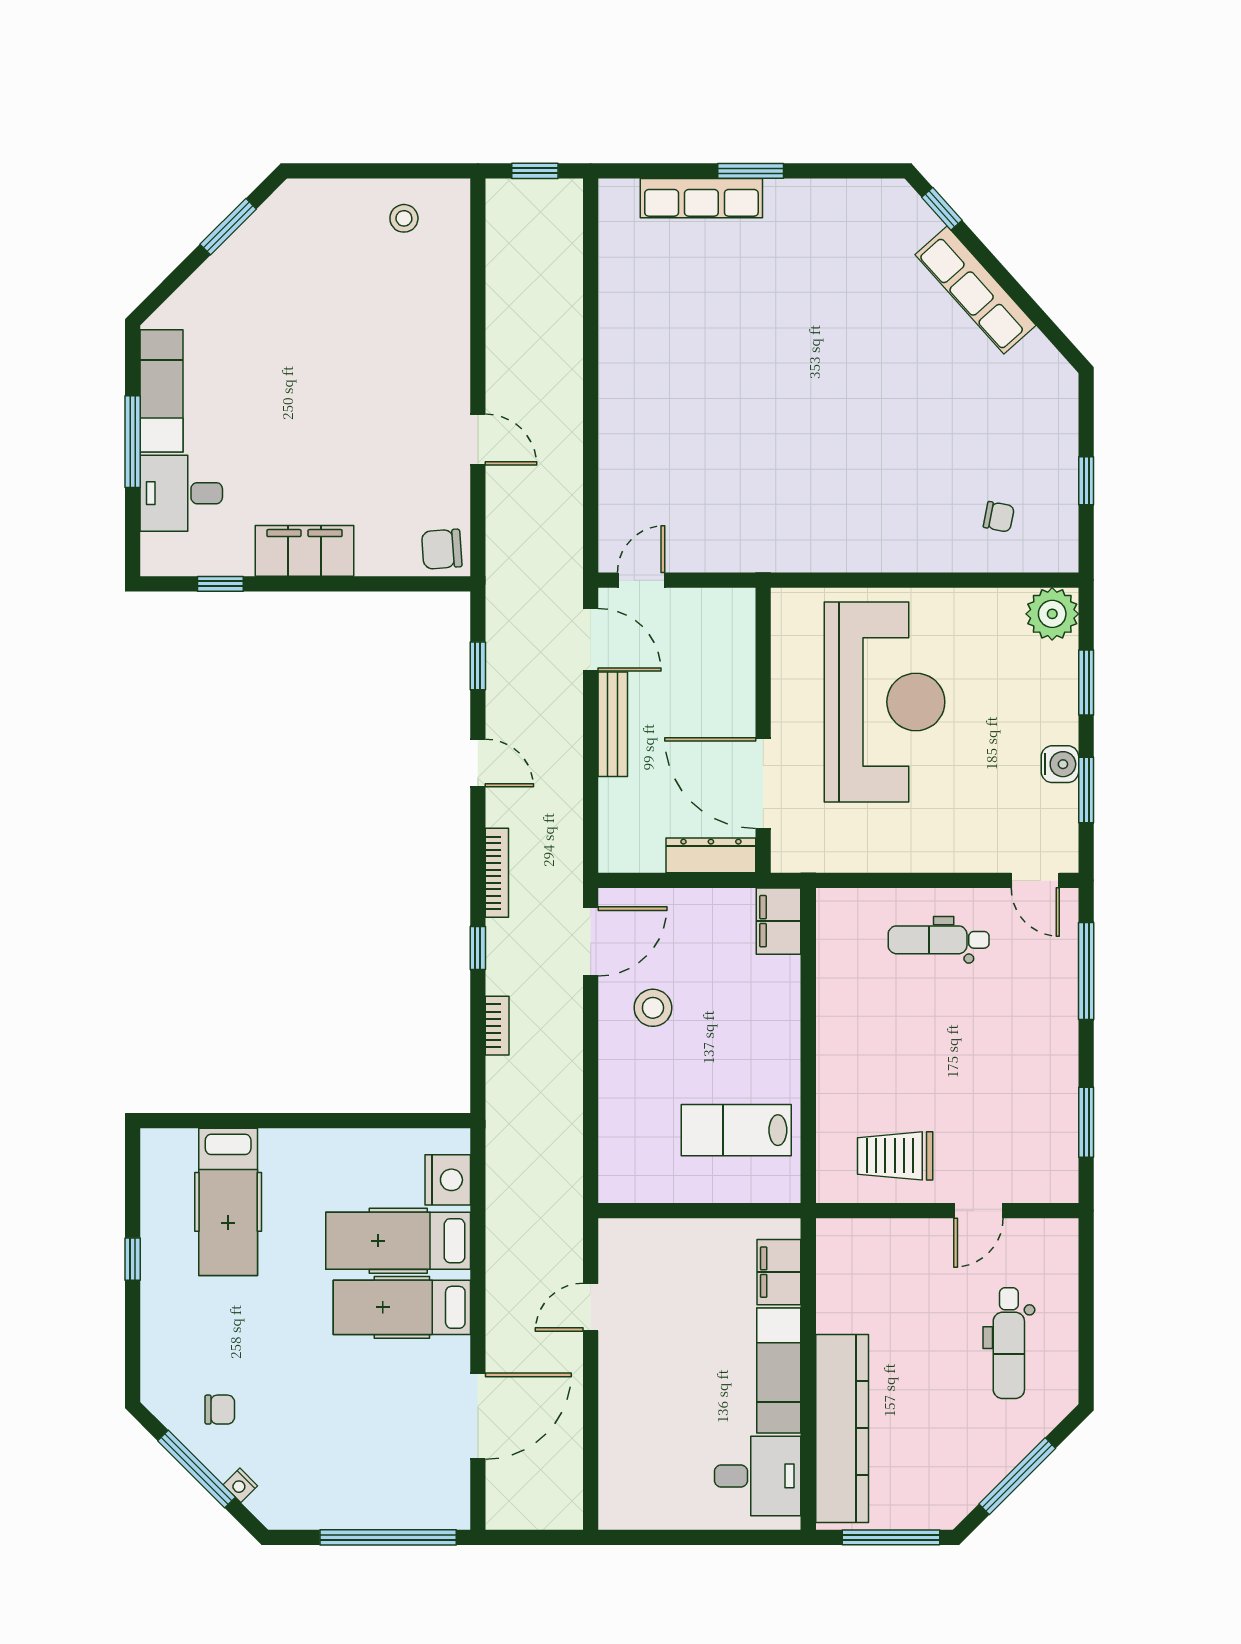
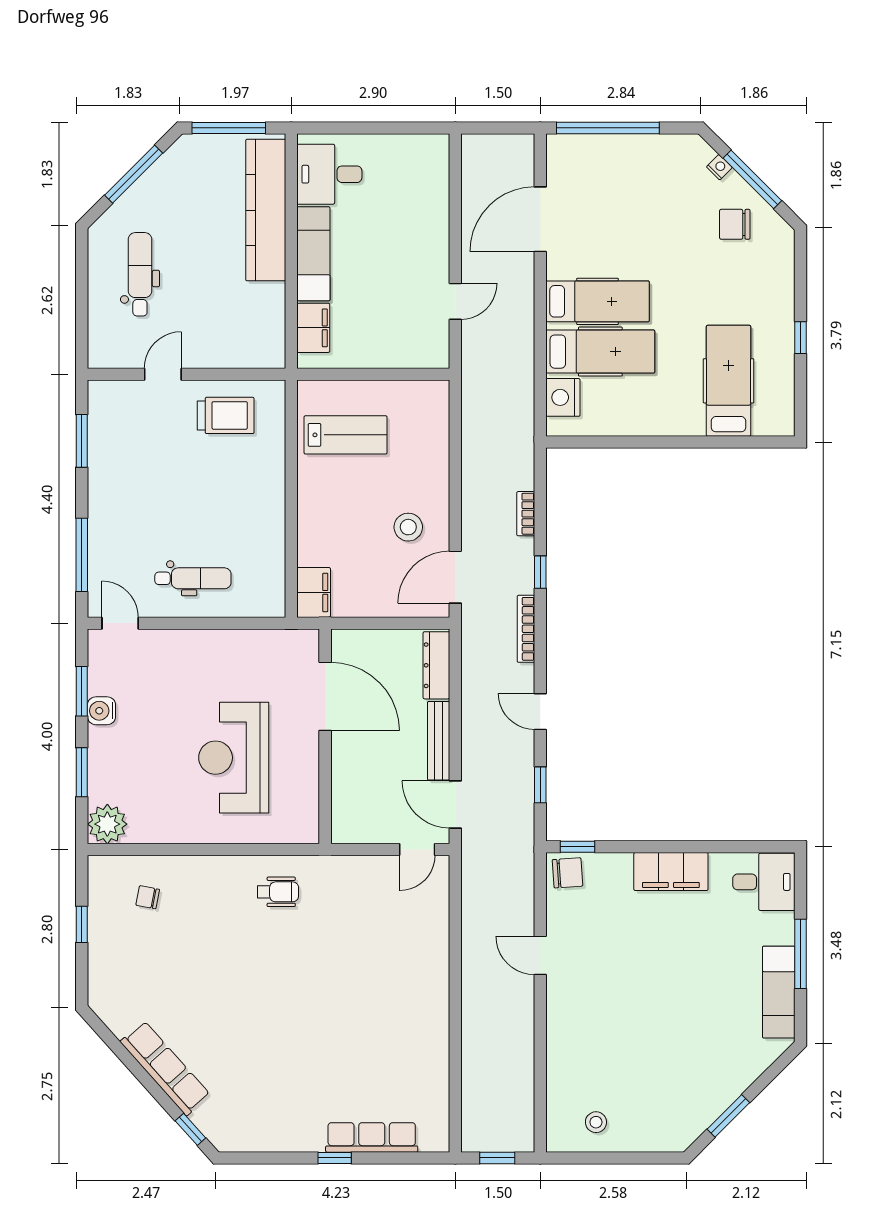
window: (751, 171) -> (335, 1158), width x0.67
desk: (181, 493) -> (764, 882), moved
wheelchair: (826, 524) -> (278, 892), added
window: (220, 584) -> (577, 847), moved
reception desk: (885, 702) -> (234, 758), width x0.74, depth x0.77
dresser: (711, 855) -> (436, 665), moved, turned 90
chair: (220, 1410) -> (735, 224), width x1.37, depth x1.37

